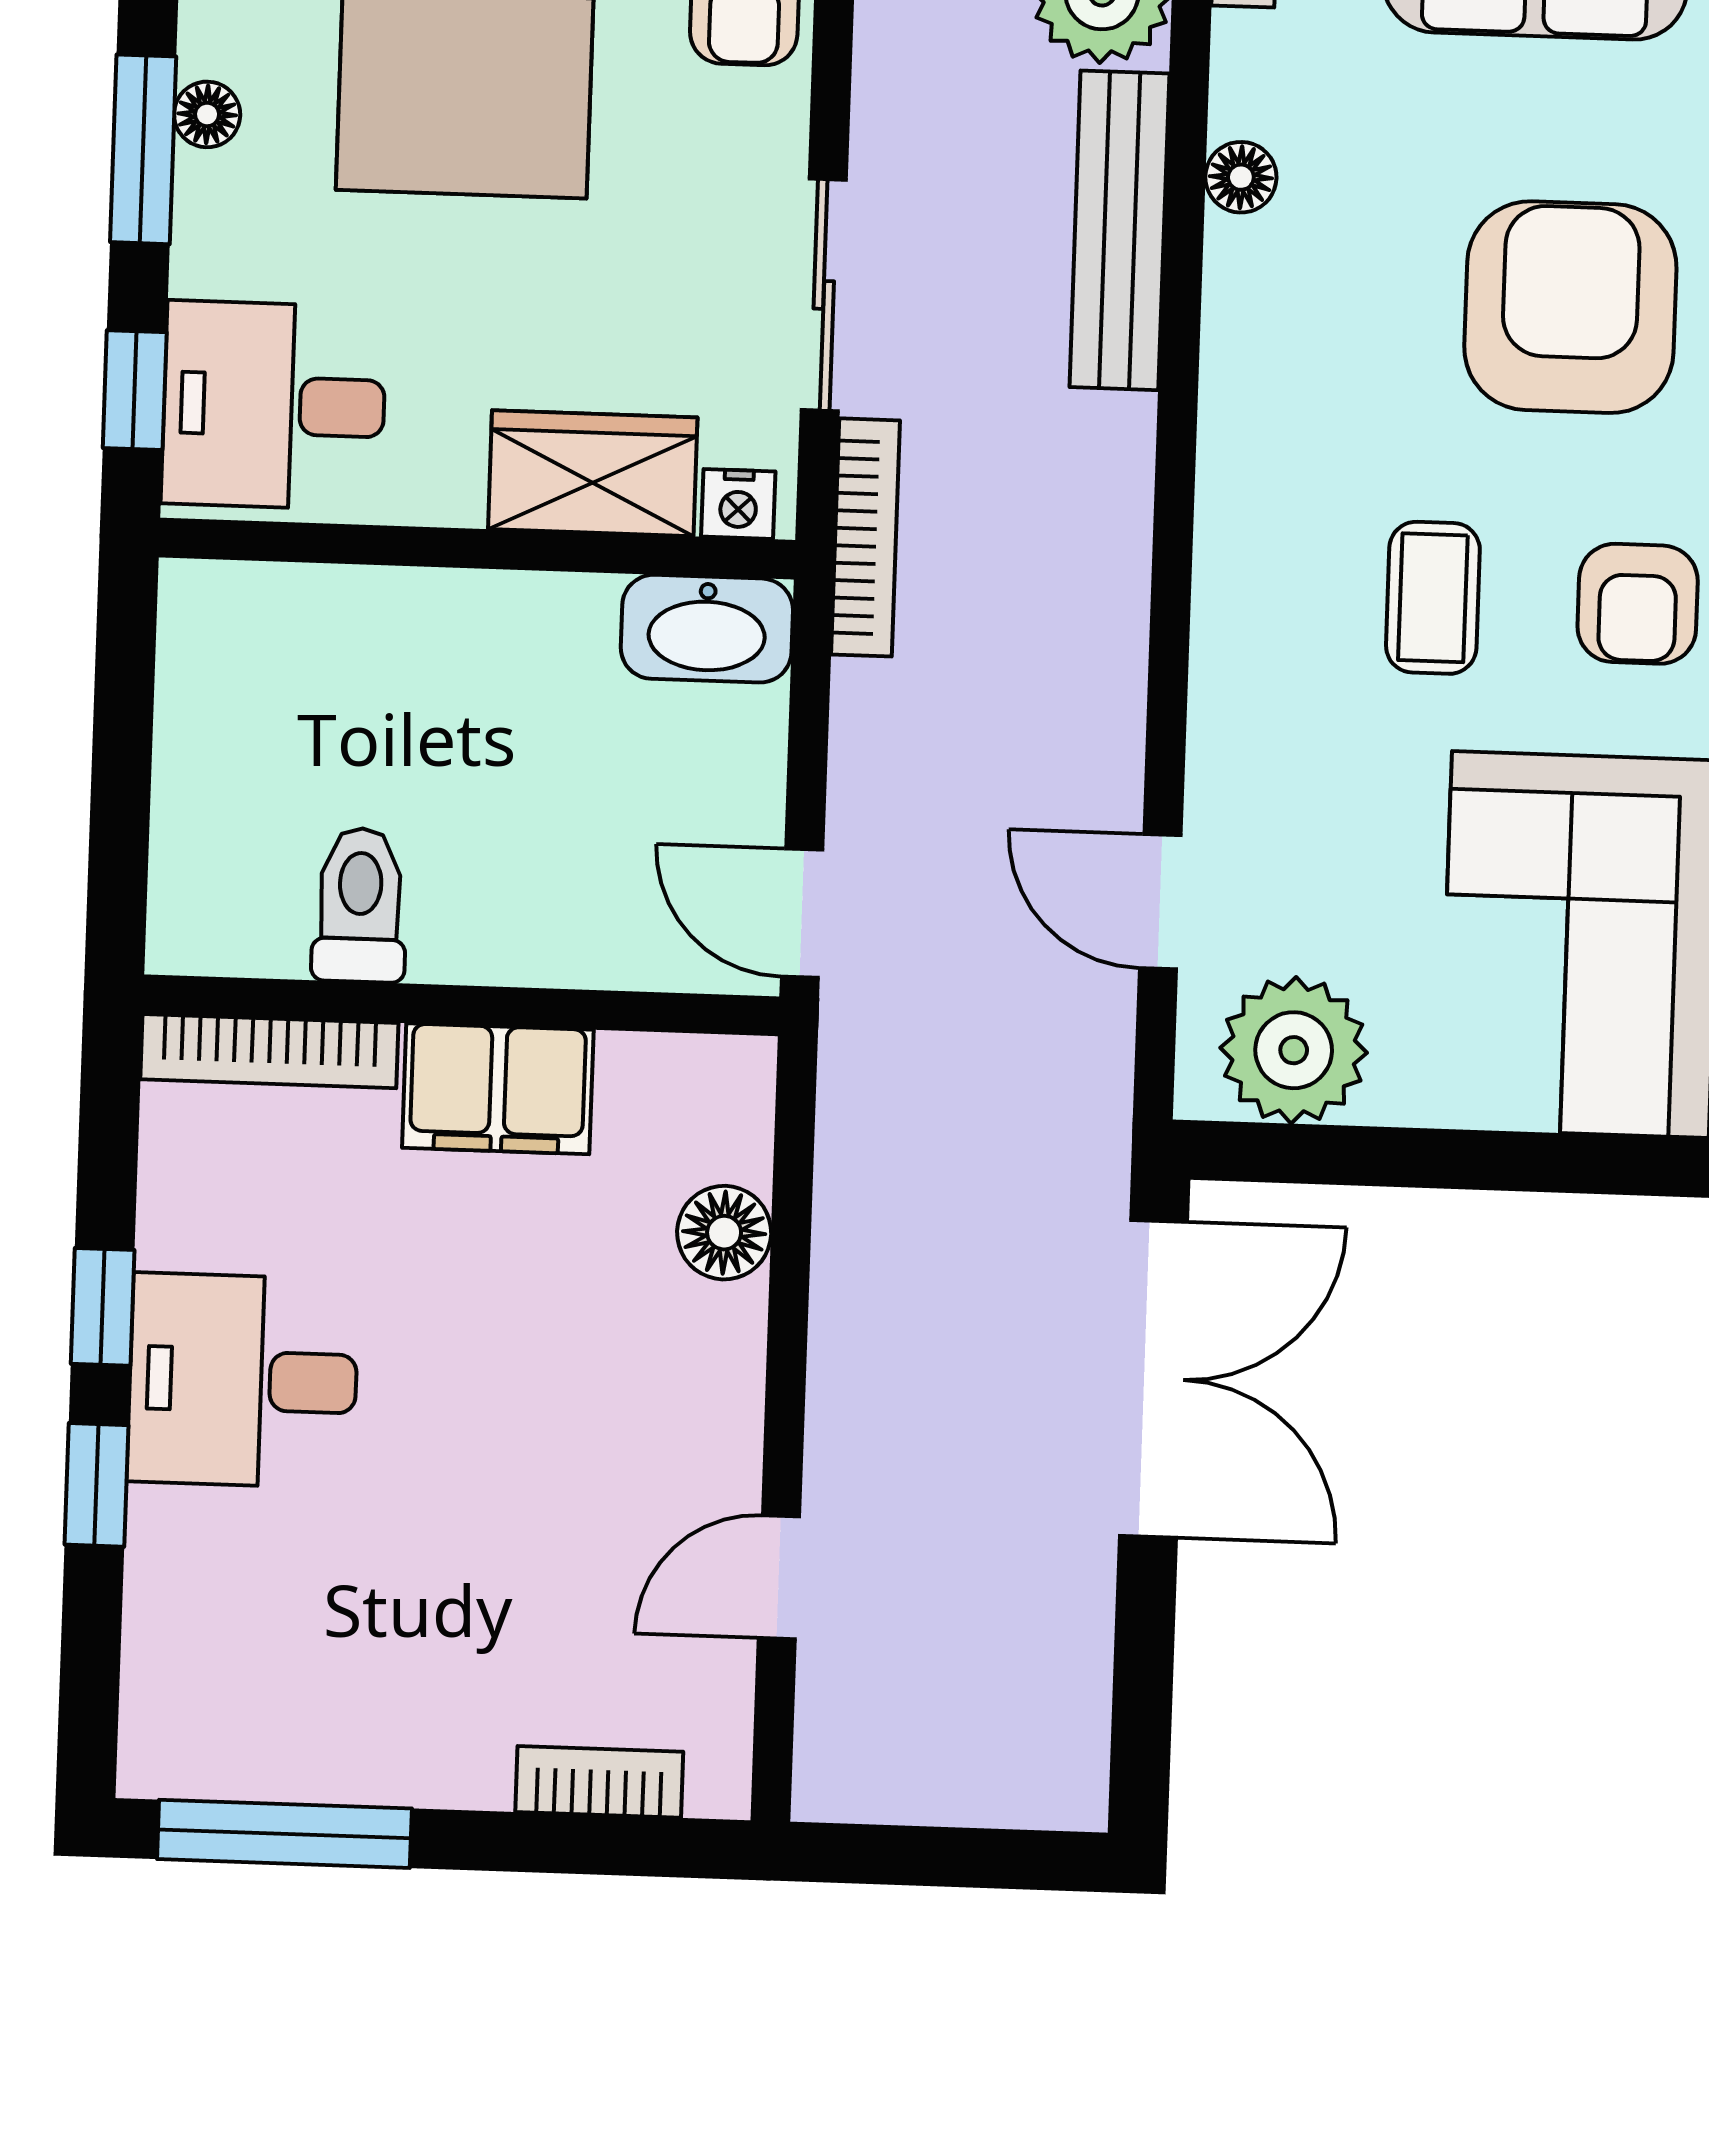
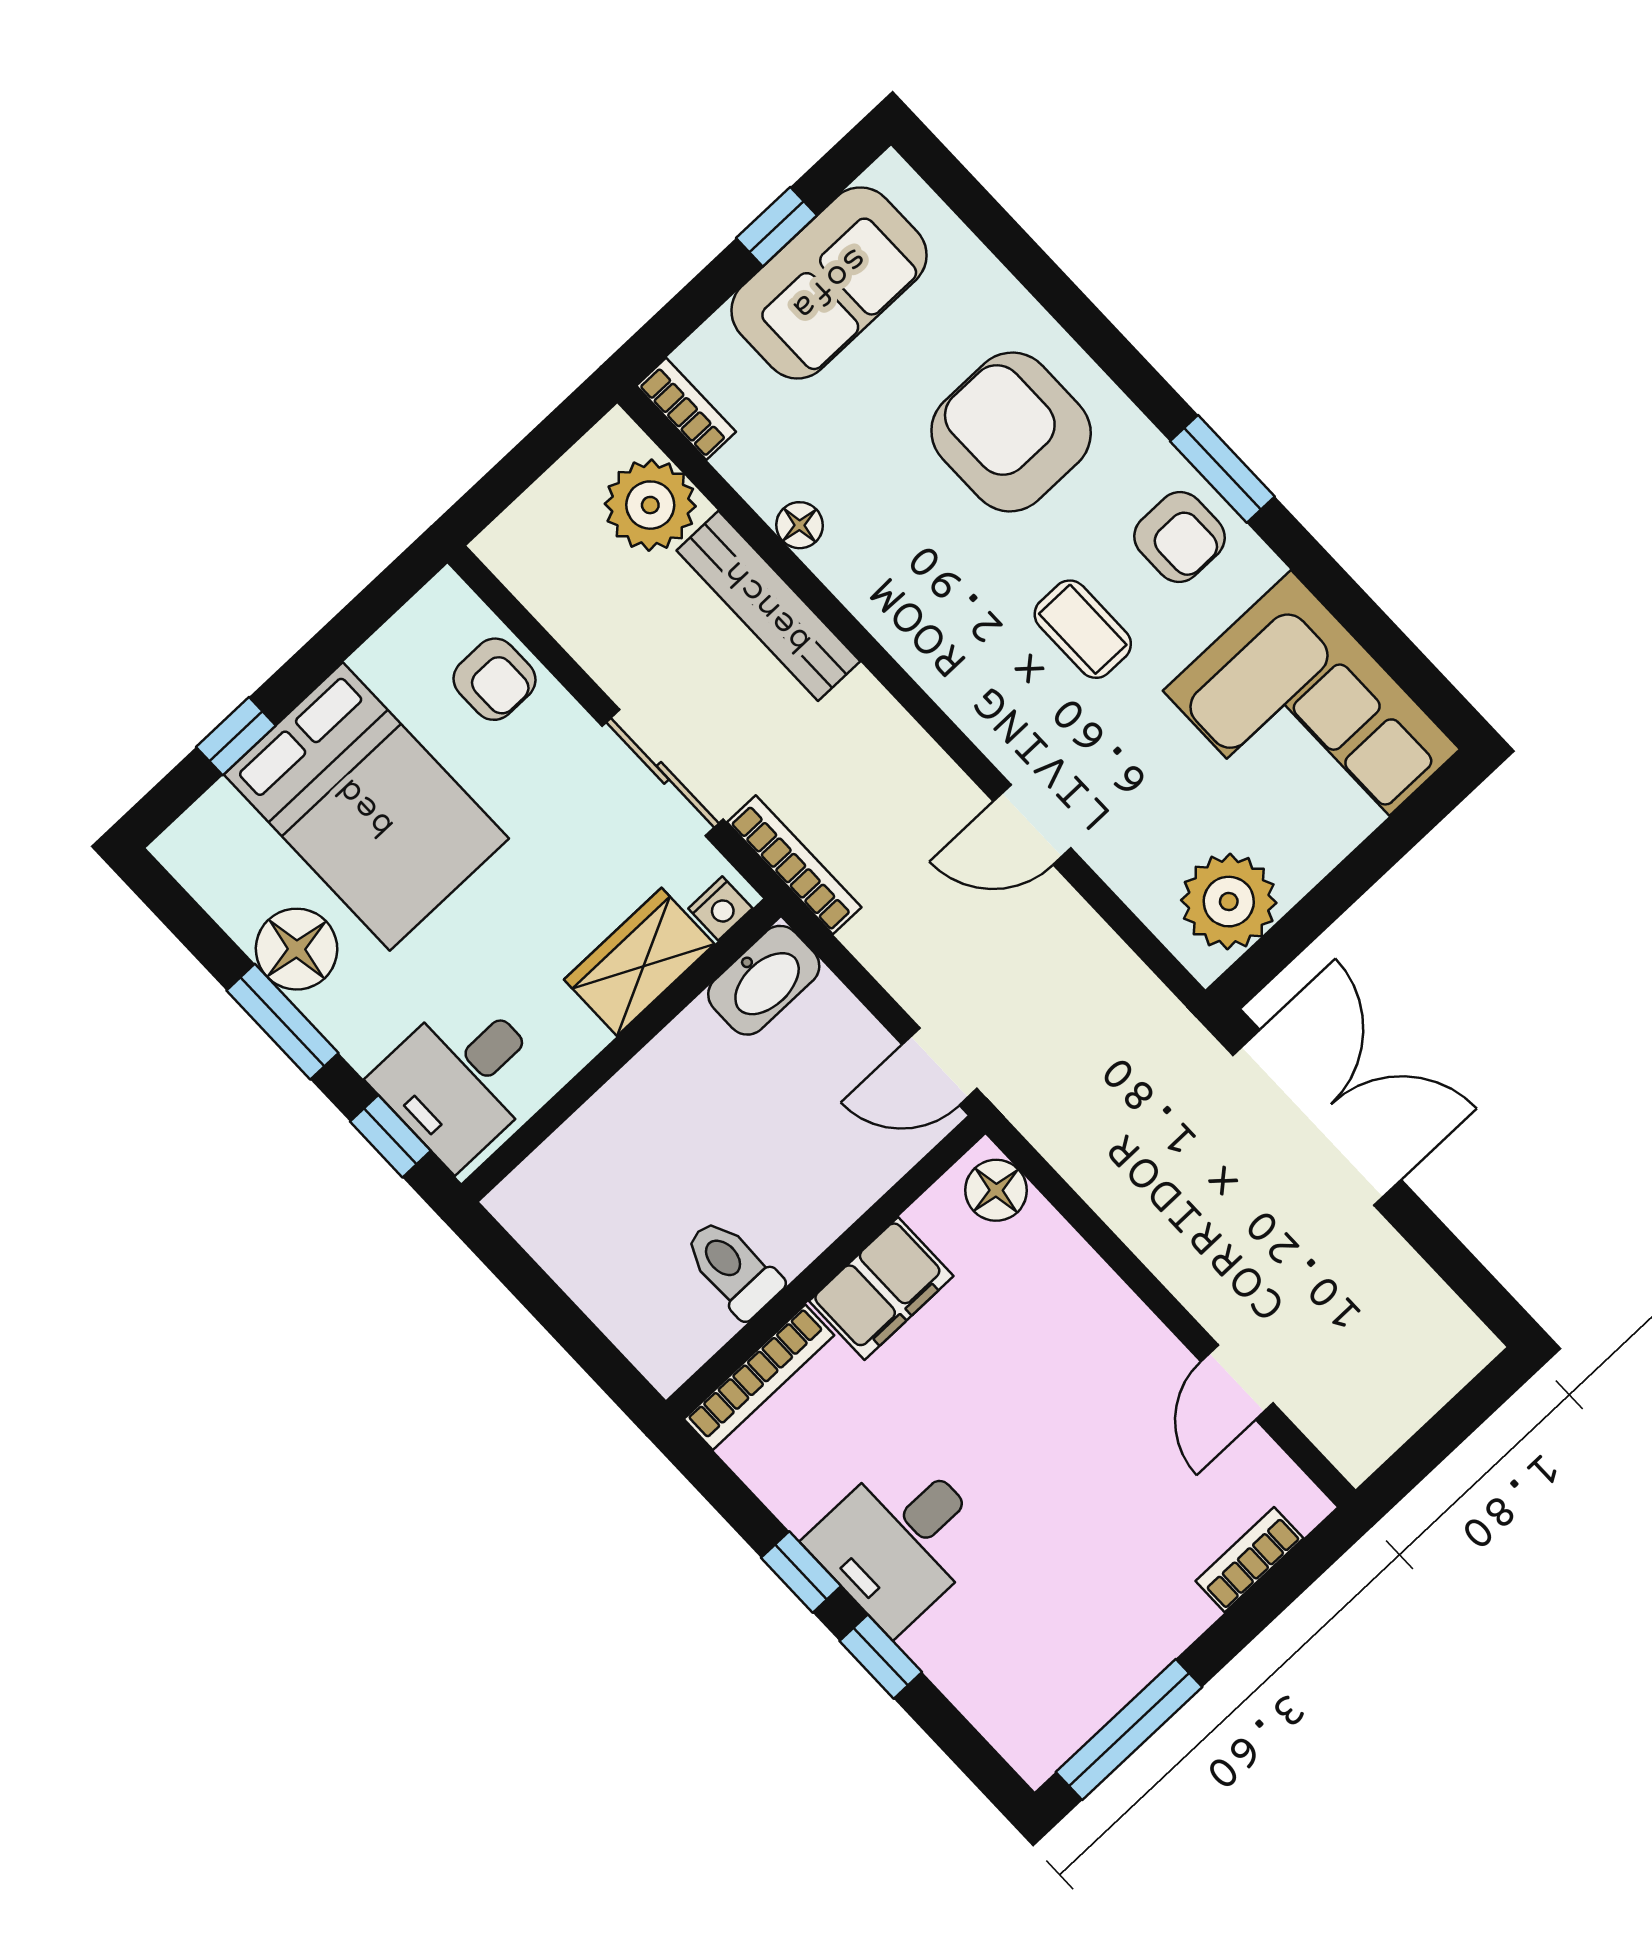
floor lamp: (207, 114) -> (297, 949), width x1.89, depth x1.89
door: (1160, 902) -> (1032, 825), moved
floor lamp: (724, 1233) -> (996, 1190), moved

